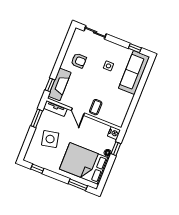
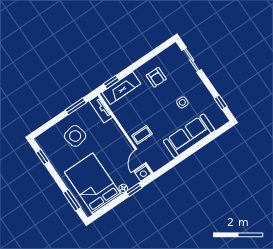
sofa: (134, 72) -> (189, 136), moved
door: (78, 112) -> (141, 156), moved

